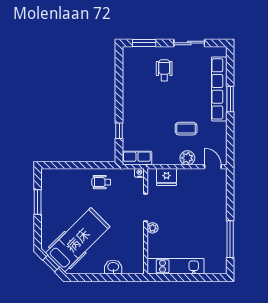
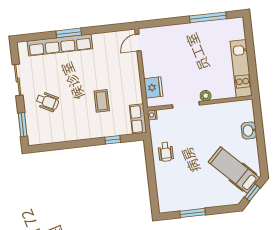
wheelchair: (164, 70) -> (47, 102), turned -153
coffee table: (186, 129) -> (102, 101), moved
plant: (187, 158) -> (132, 69), removed
hospital bed: (78, 240) -> (234, 170), width x0.73, depth x0.78

